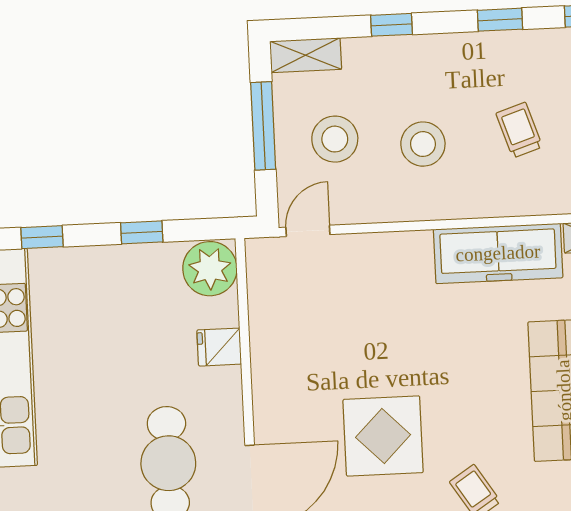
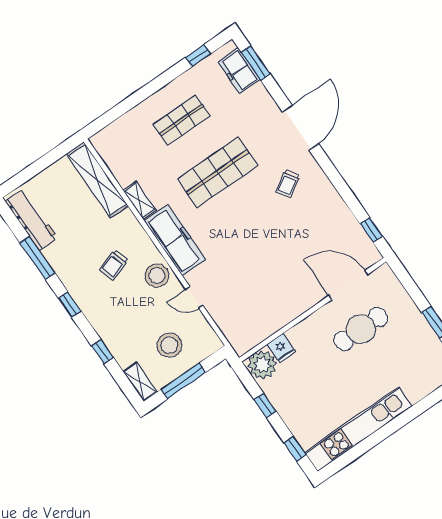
stool: (423, 144) -> (157, 276), moved
door: (308, 231) -> (194, 297), moved
fridge: (219, 347) -> (281, 348), moved
display table: (383, 436) -> (289, 240), removed

